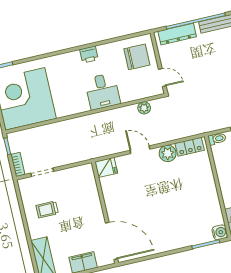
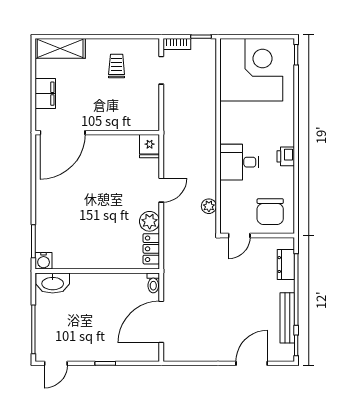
dresser: (177, 34) -> (286, 265), width x0.70

